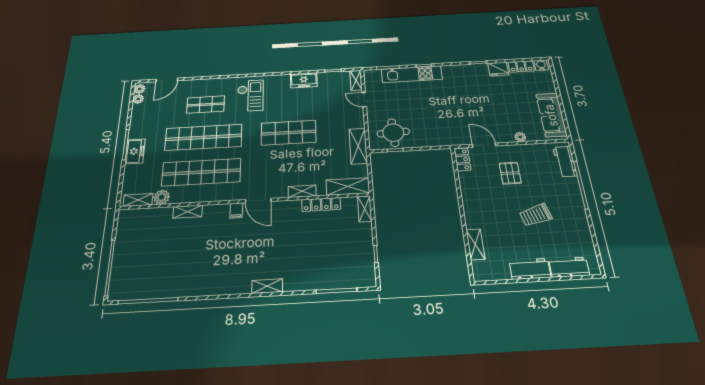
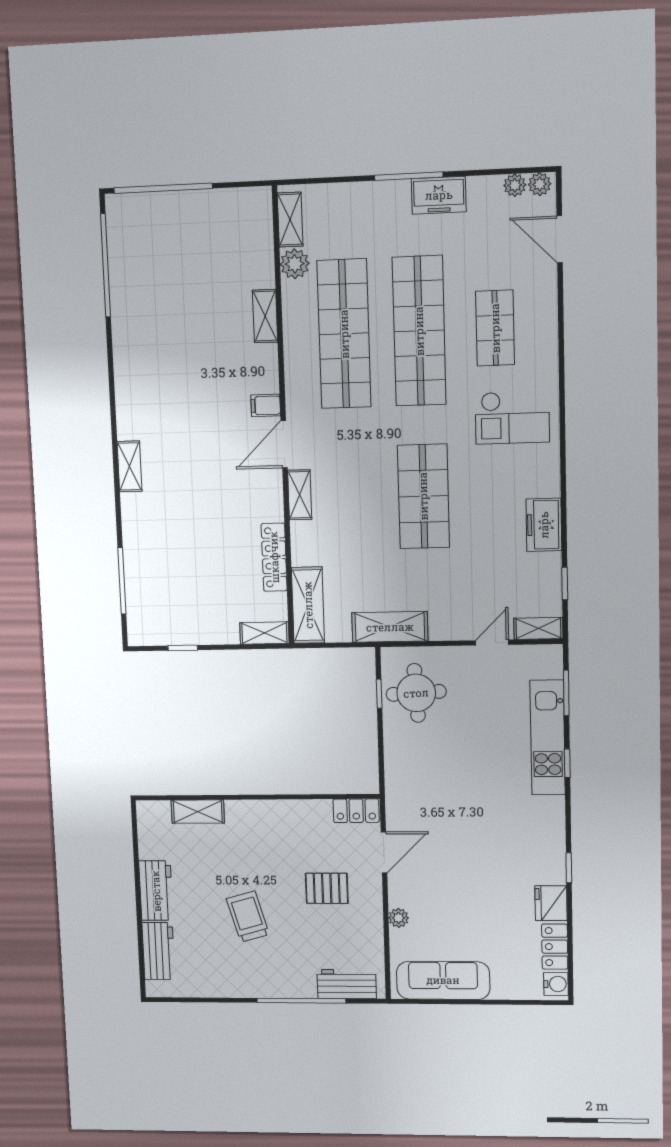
freezer: (135, 151) -> (439, 195), moved
shelving: (302, 191) -> (300, 495), moved

